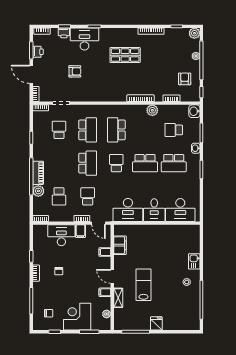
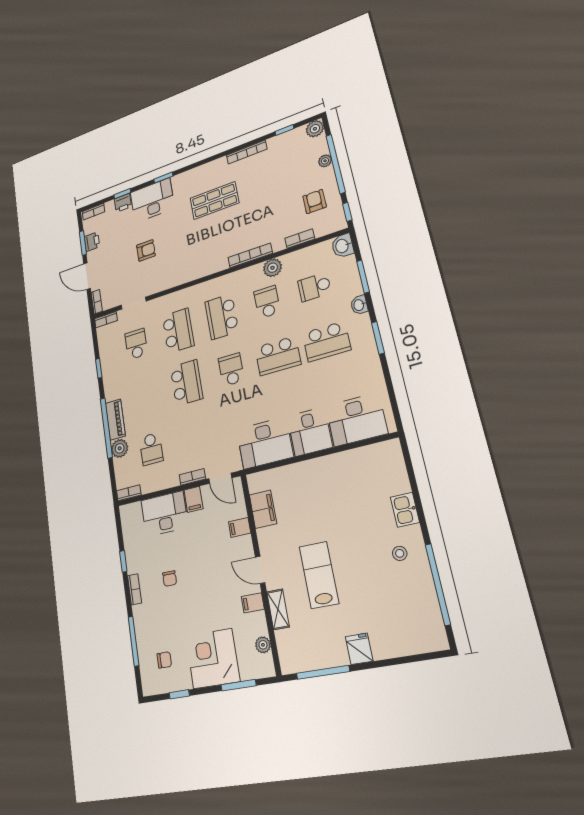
school desk: (88, 196) -> (267, 302), moved

